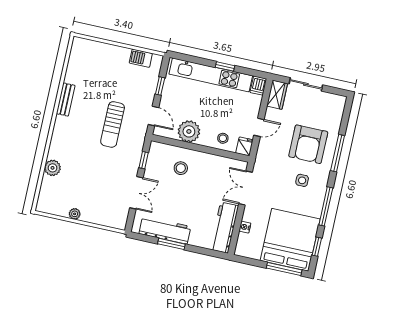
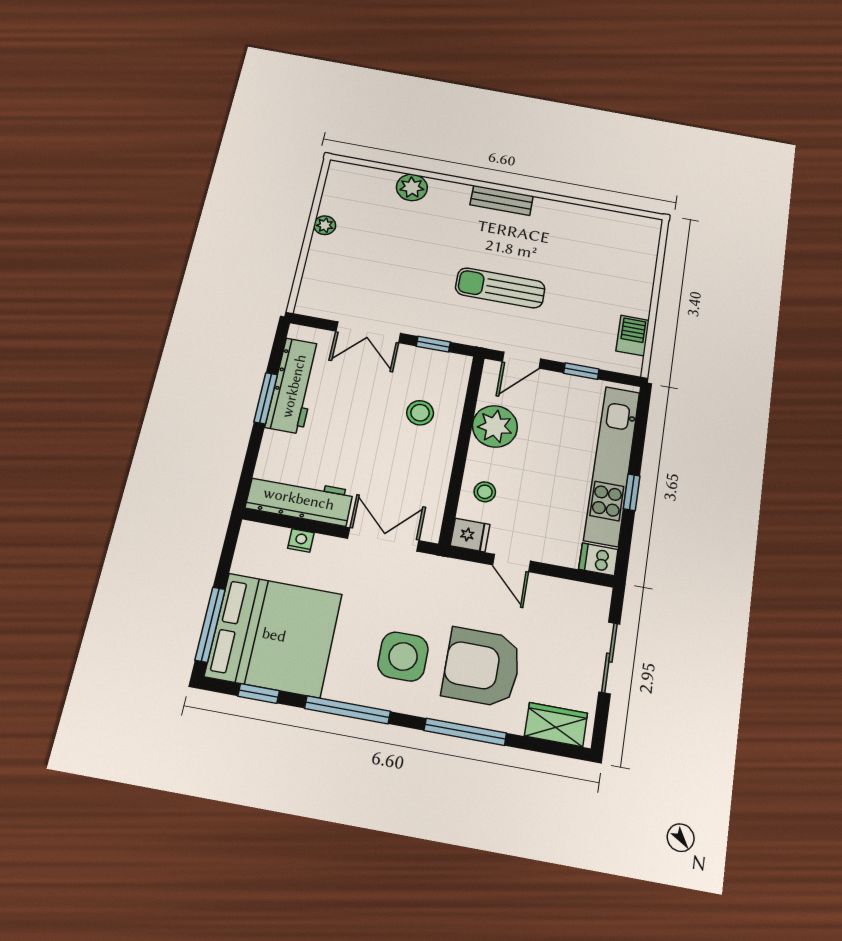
wardrobe: (277, 95) -> (556, 725), moved, turned 180
bench: (66, 99) -> (502, 200), moved
side table: (302, 180) -> (403, 656), width x1.87, depth x1.87

